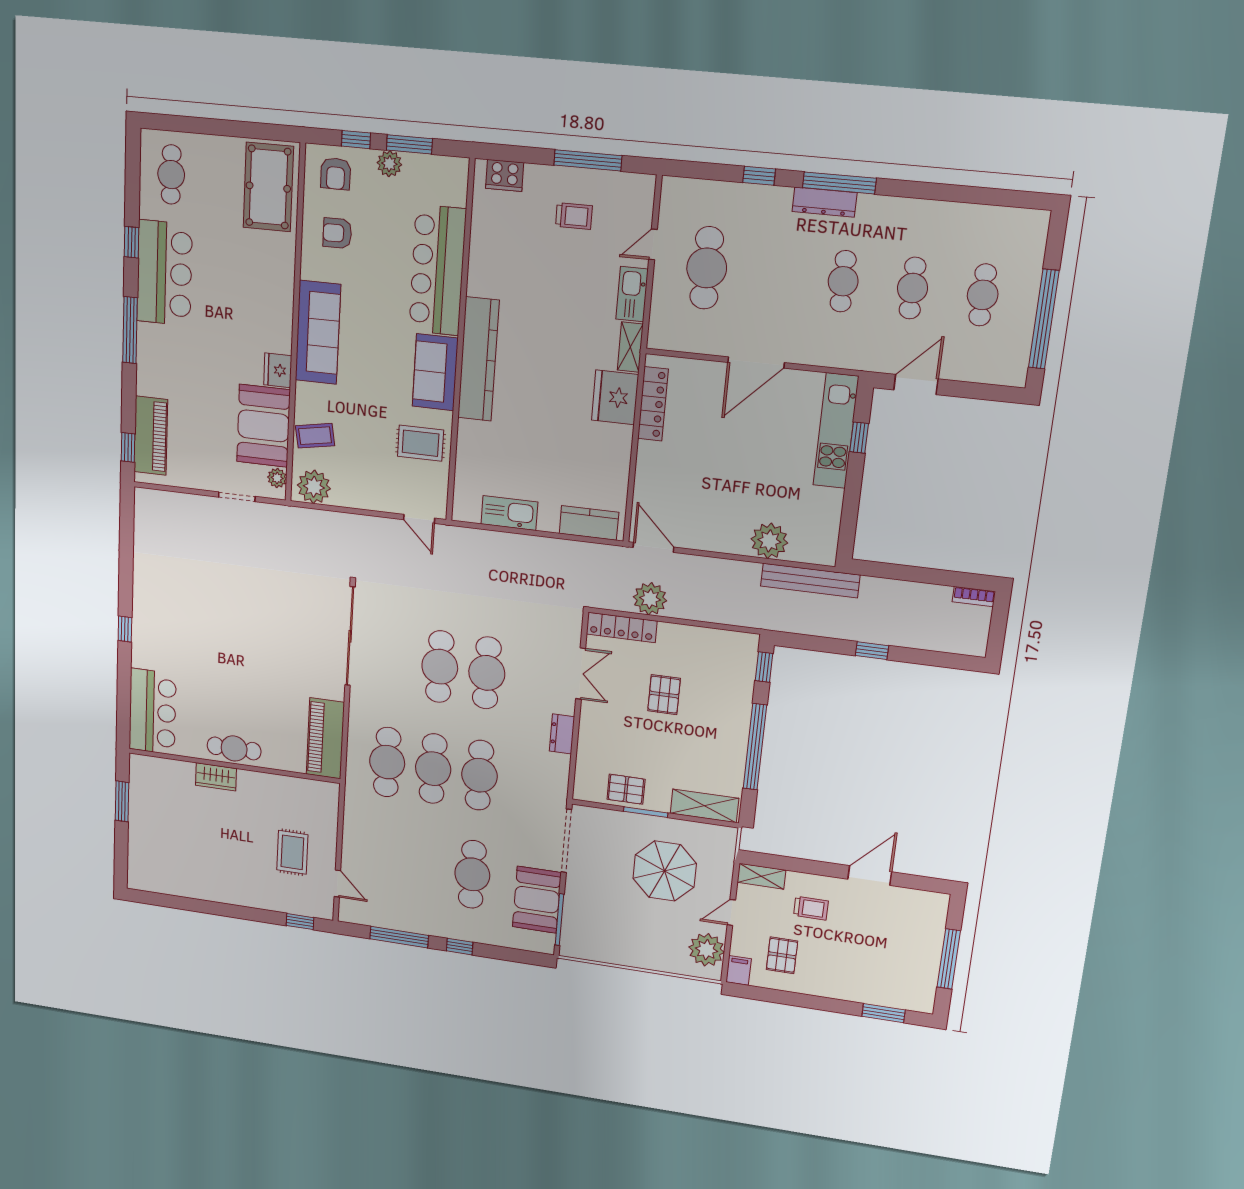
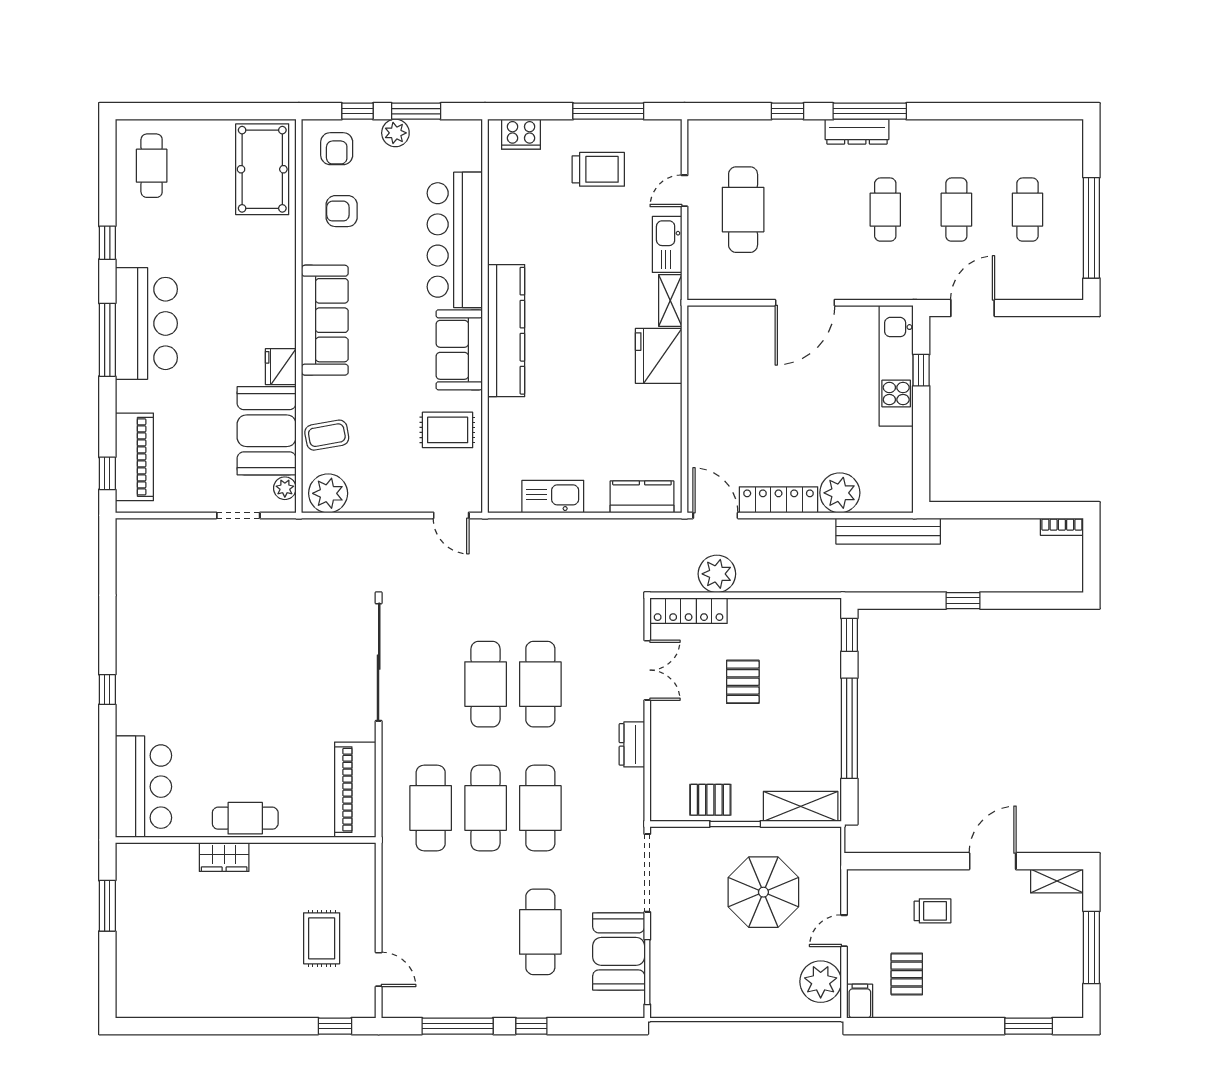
trolley: (574, 216) -> (598, 169), width x1.36, depth x1.39
bar counter: (164, 273) -> (146, 323), moved
locker: (653, 404) -> (779, 500), moved, turned -90
shelving: (761, 876) -> (1057, 881), moved

